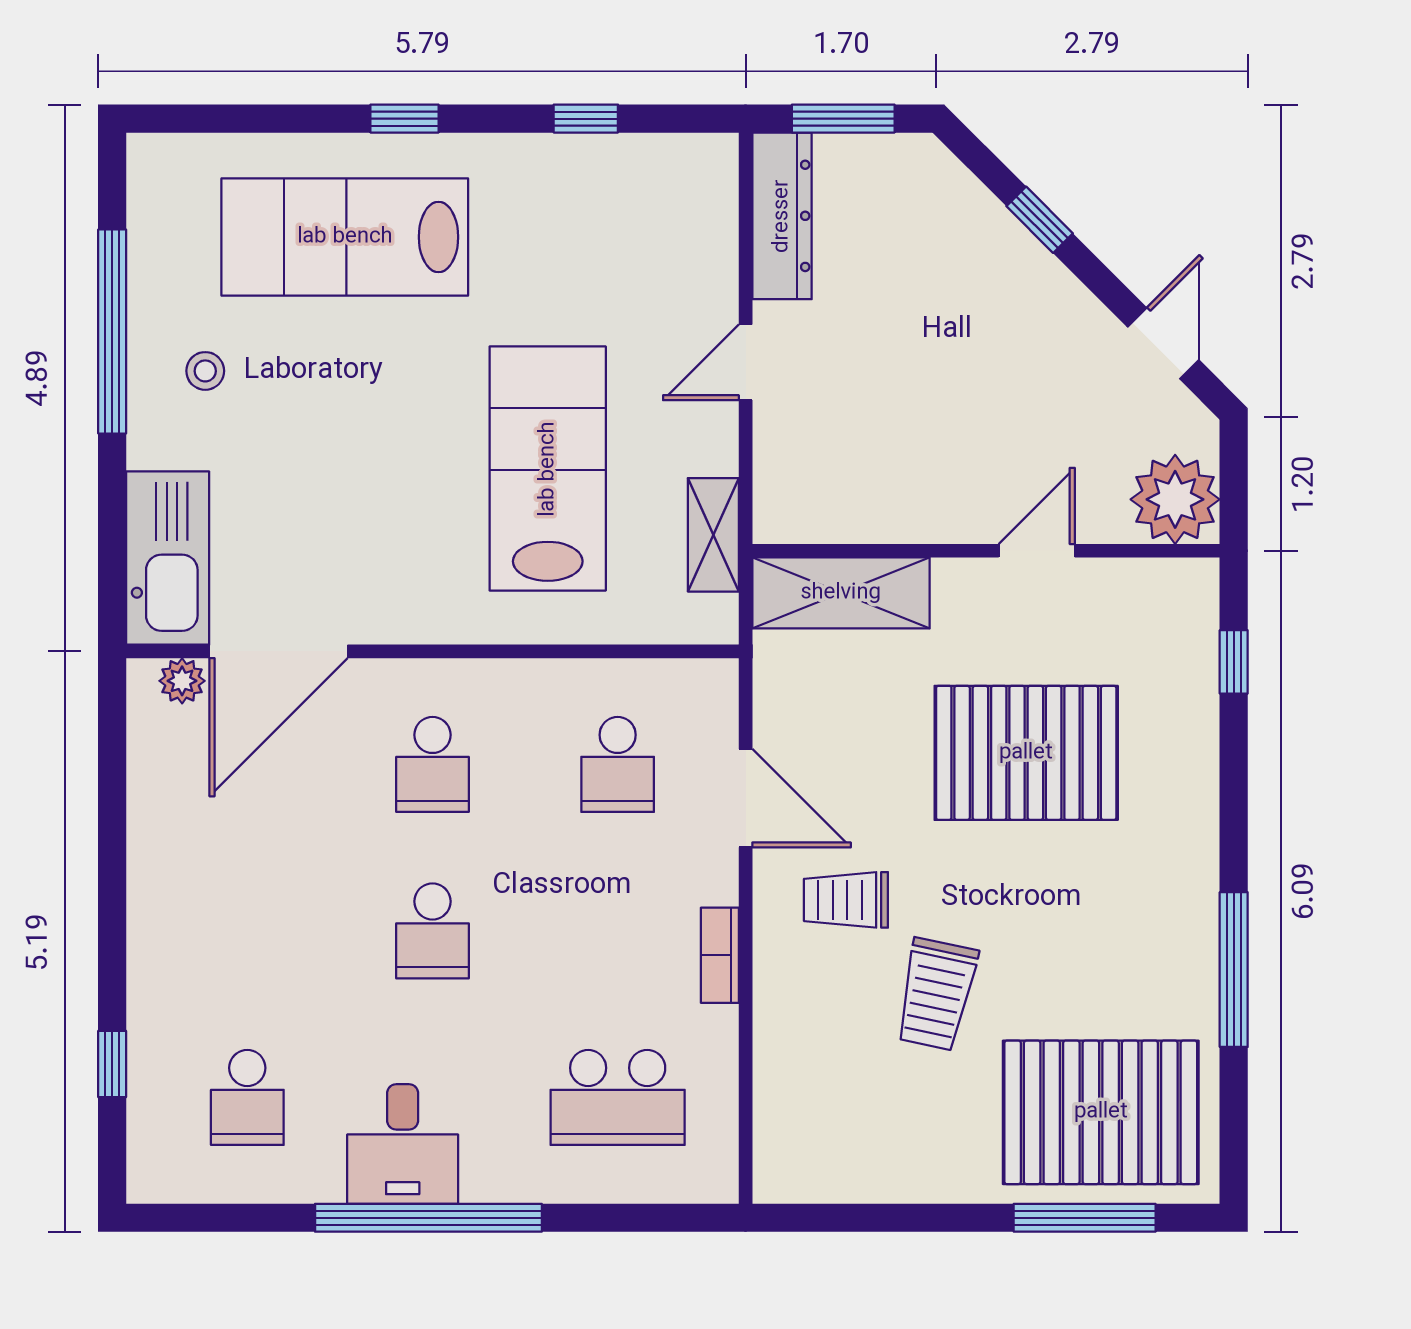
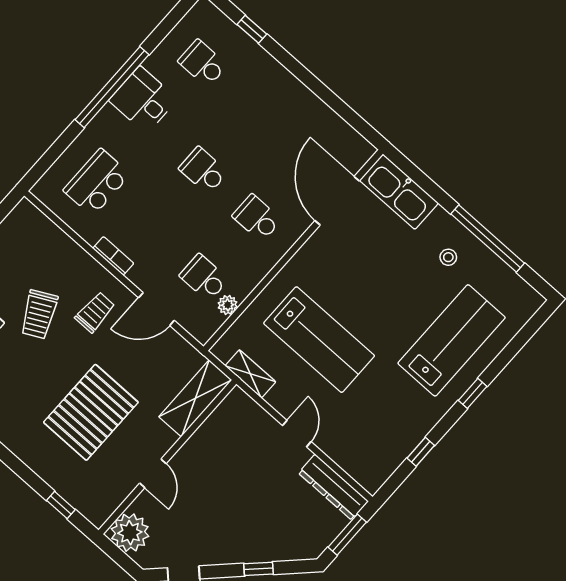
plant: (182, 681) -> (228, 305), moved
trolley: (936, 994) -> (39, 314), turned -129

